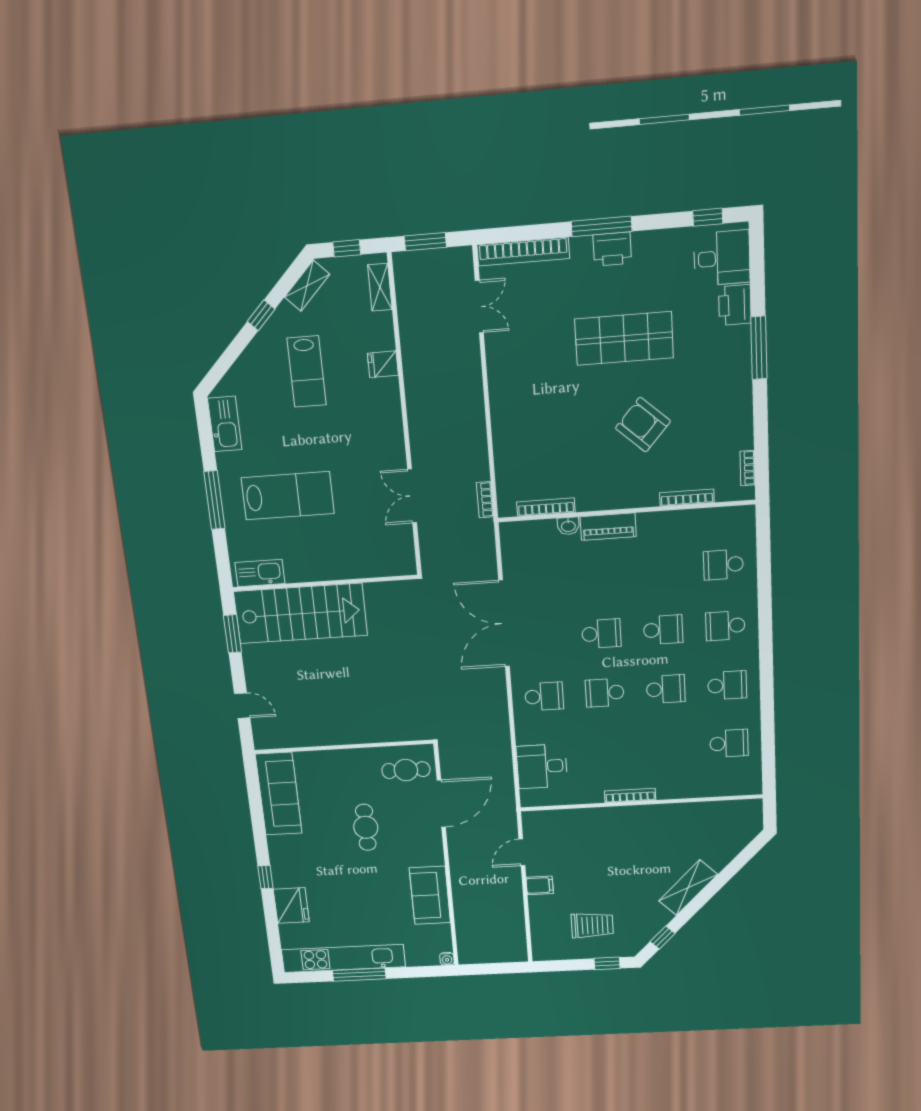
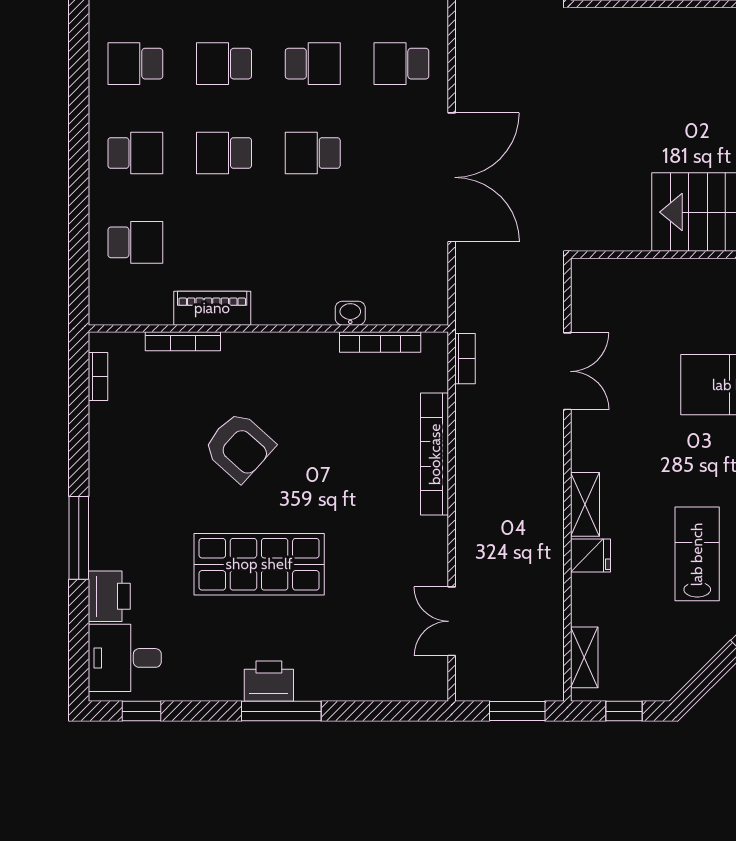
bookcase: (523, 252) -> (435, 454), moved, turned -90
shelving: (307, 286) -> (585, 504), moved, turned -45
piano: (608, 527) -> (212, 308), moved

